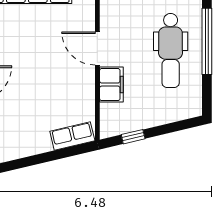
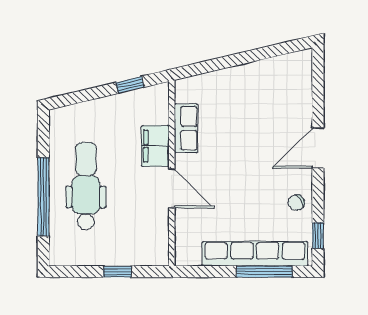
row of seats: (72, 136) -> (186, 128), moved, turned -77

